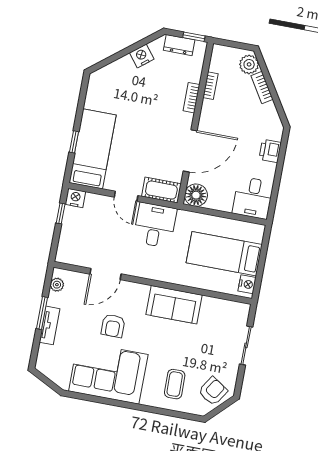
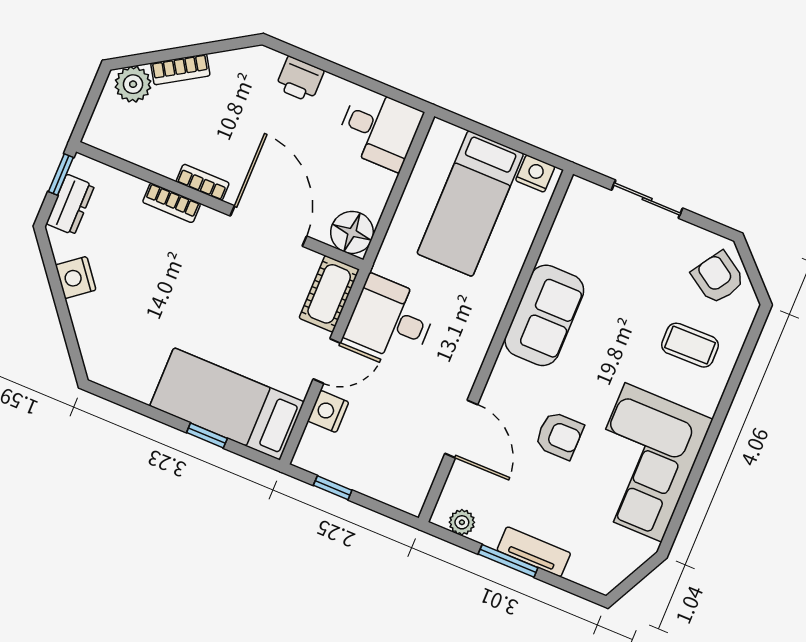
bookcase: (210, 86) -> (203, 182), moved
nightstand: (75, 198) -> (328, 411), moved

